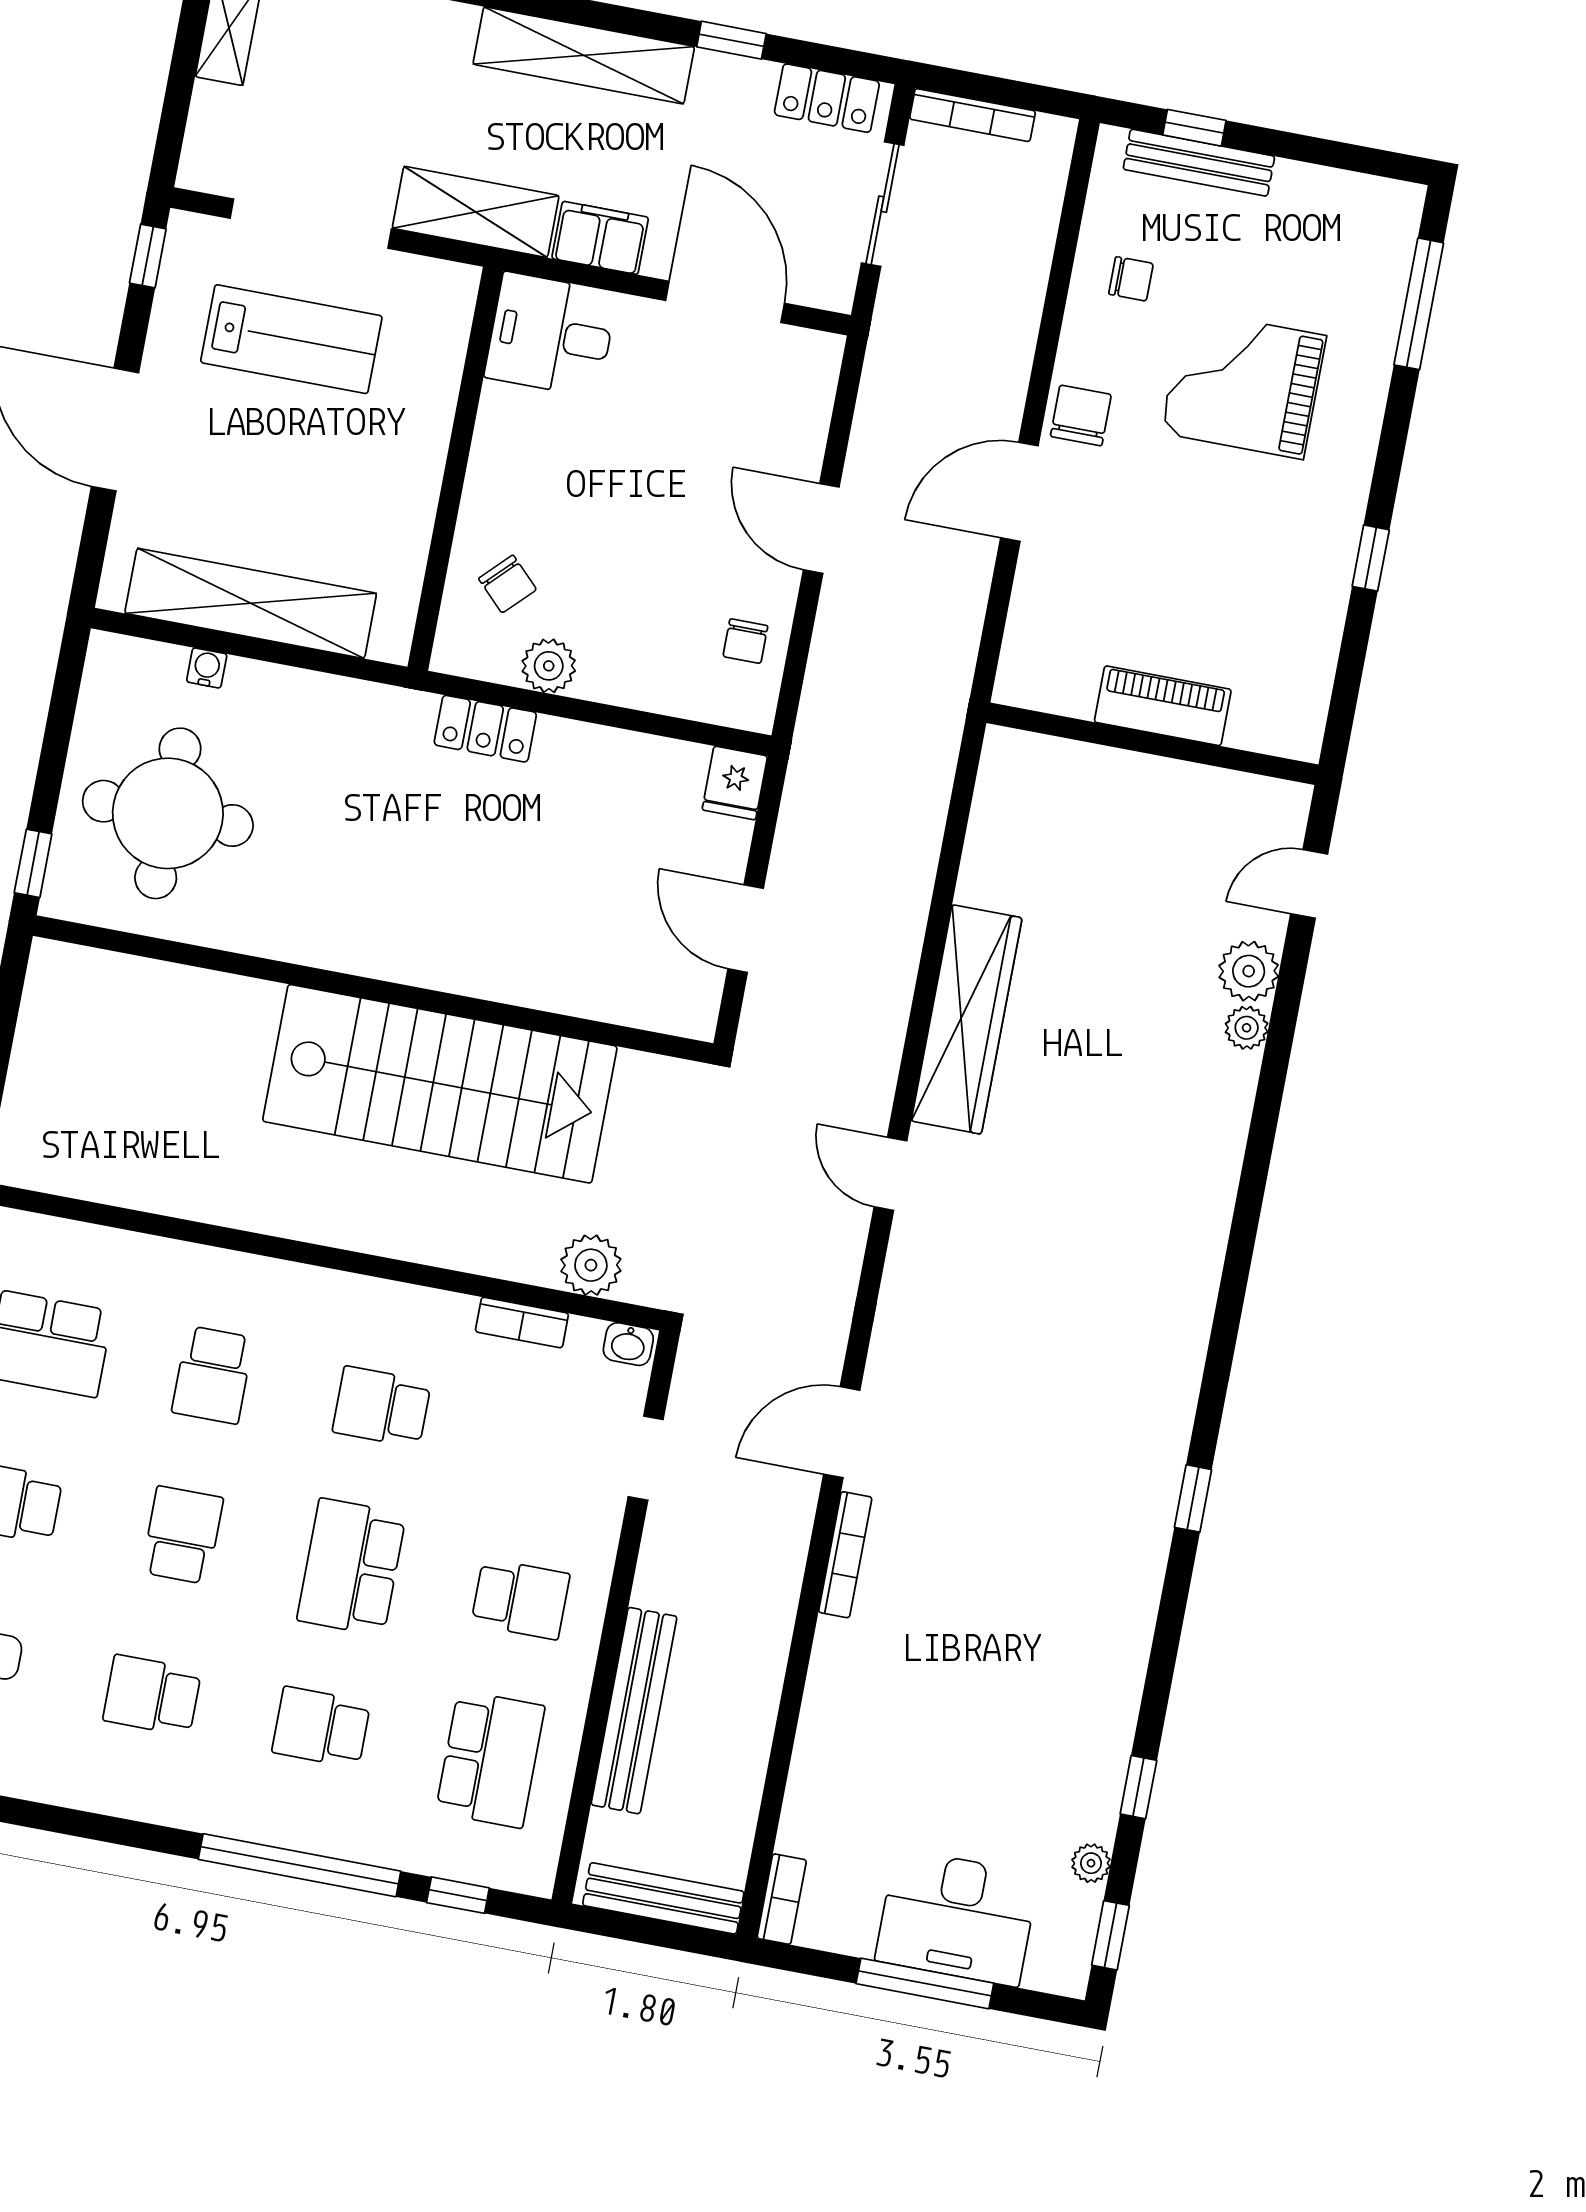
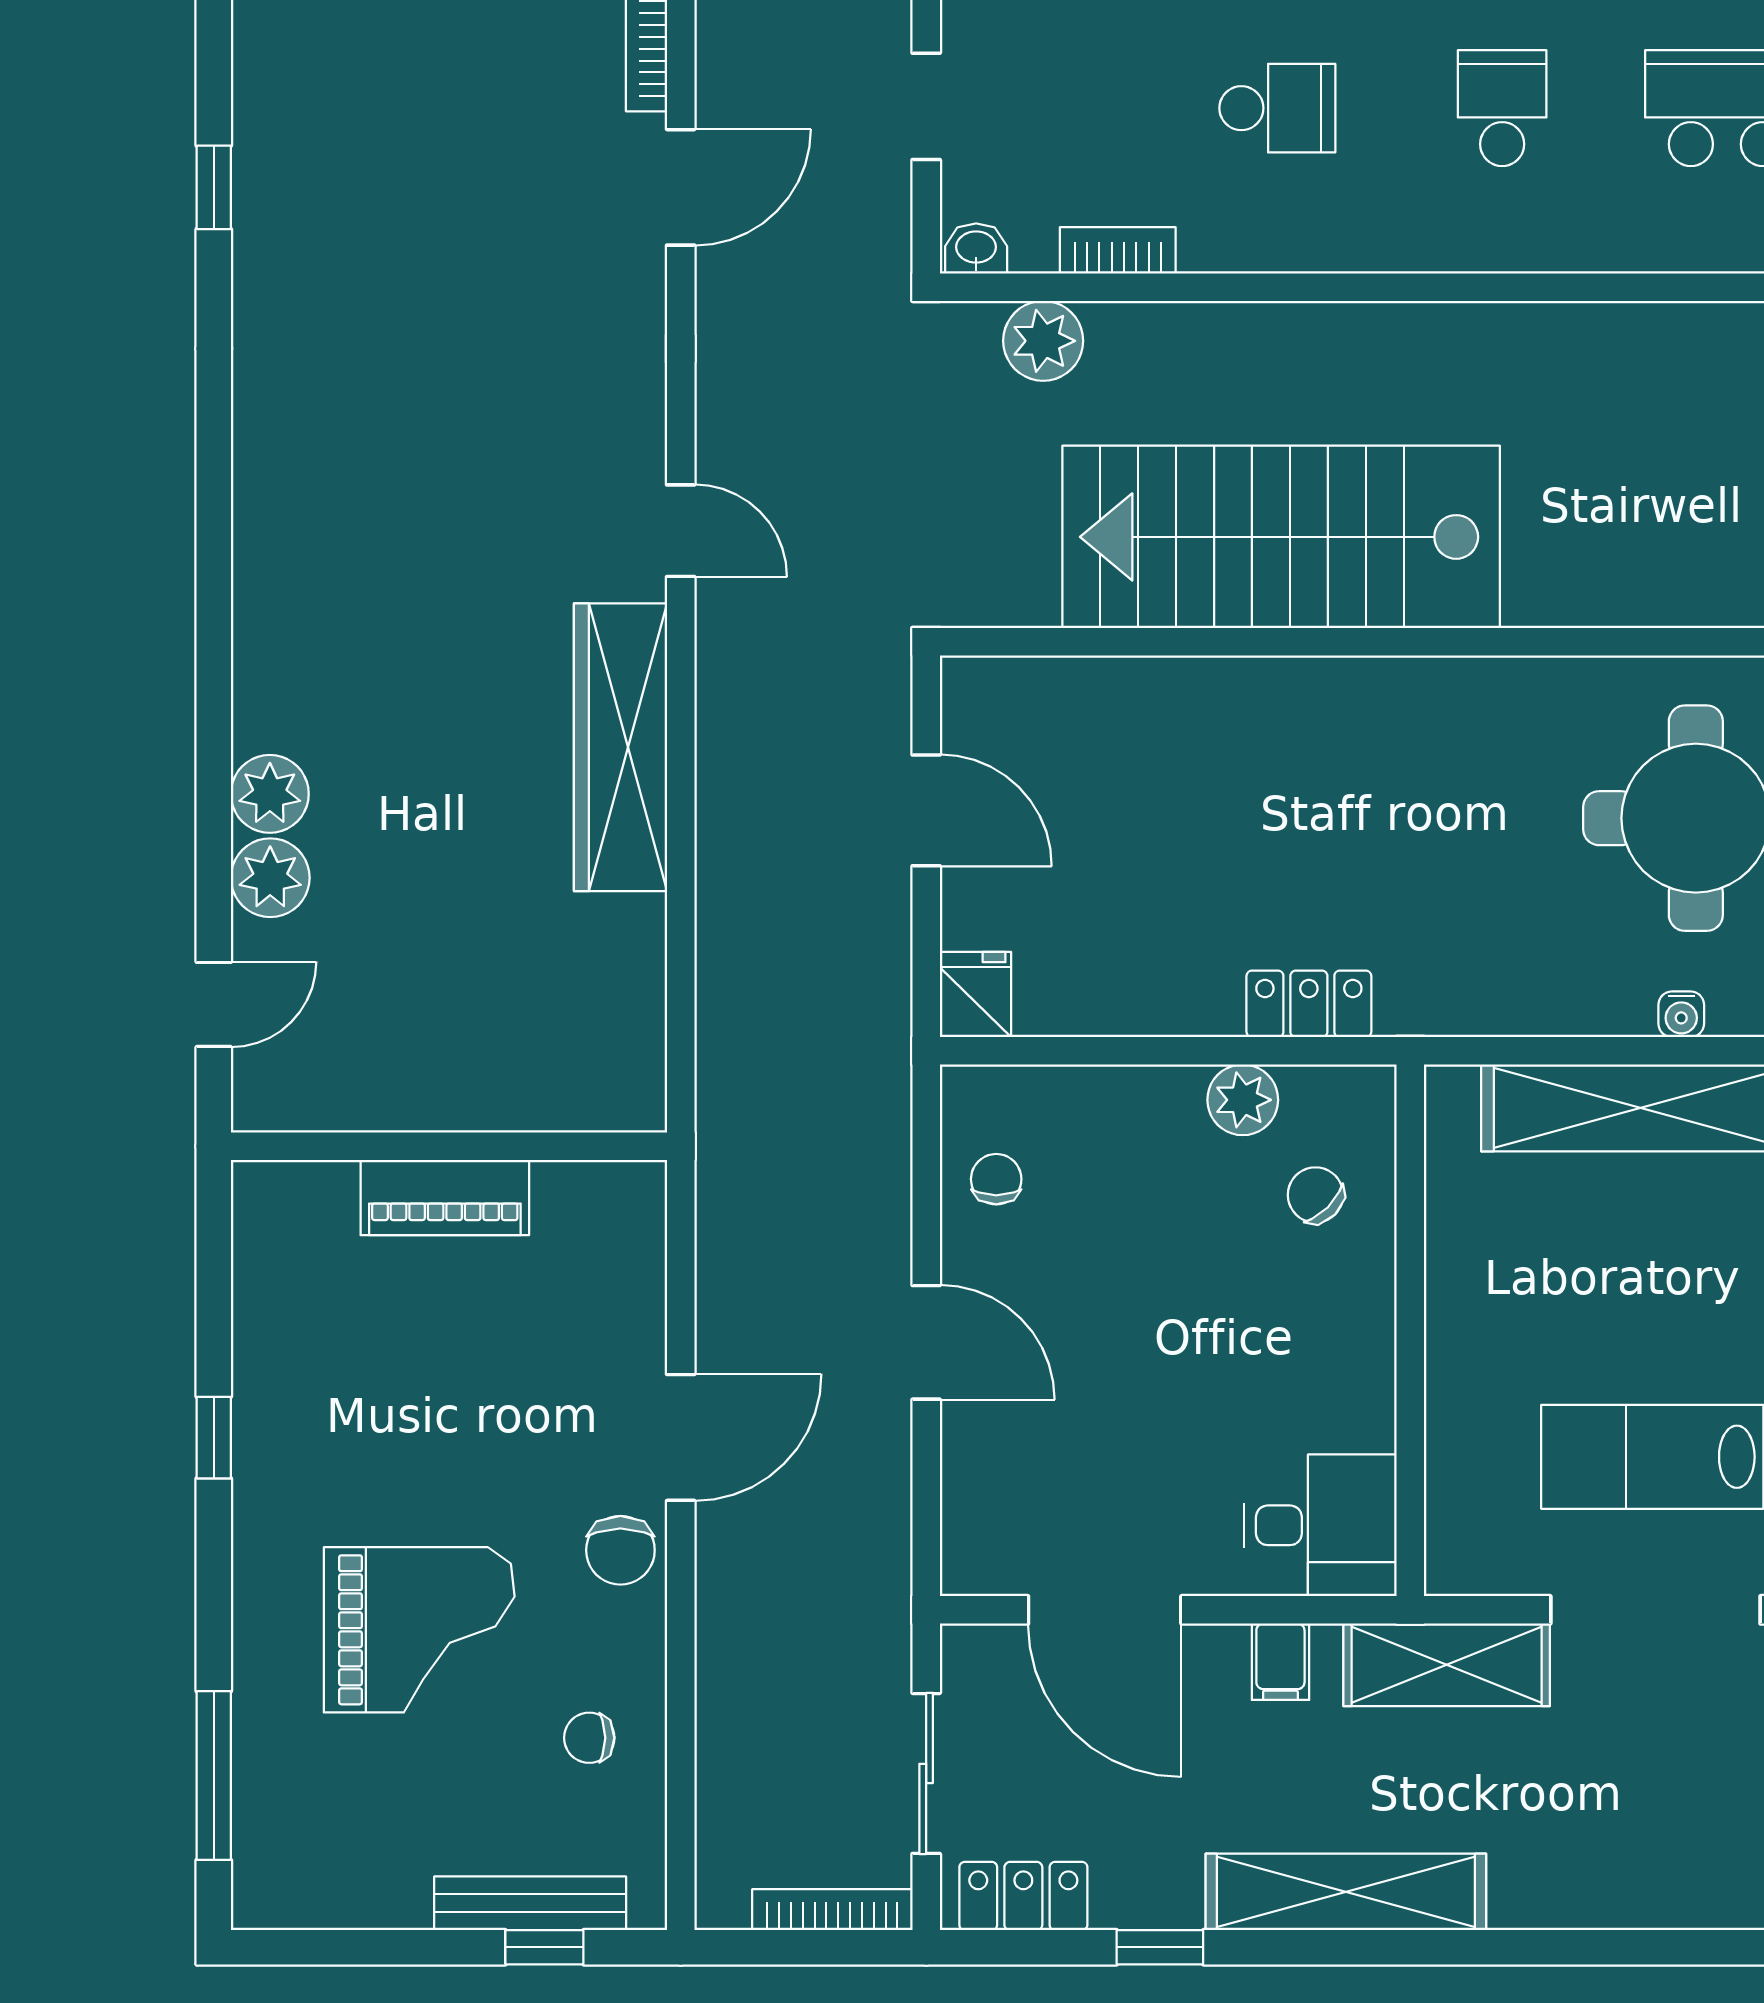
filing cabinet: (600, 238) -> (1280, 1662), width x0.50
plant: (1247, 1028) -> (270, 794), width x1.38, depth x1.38

